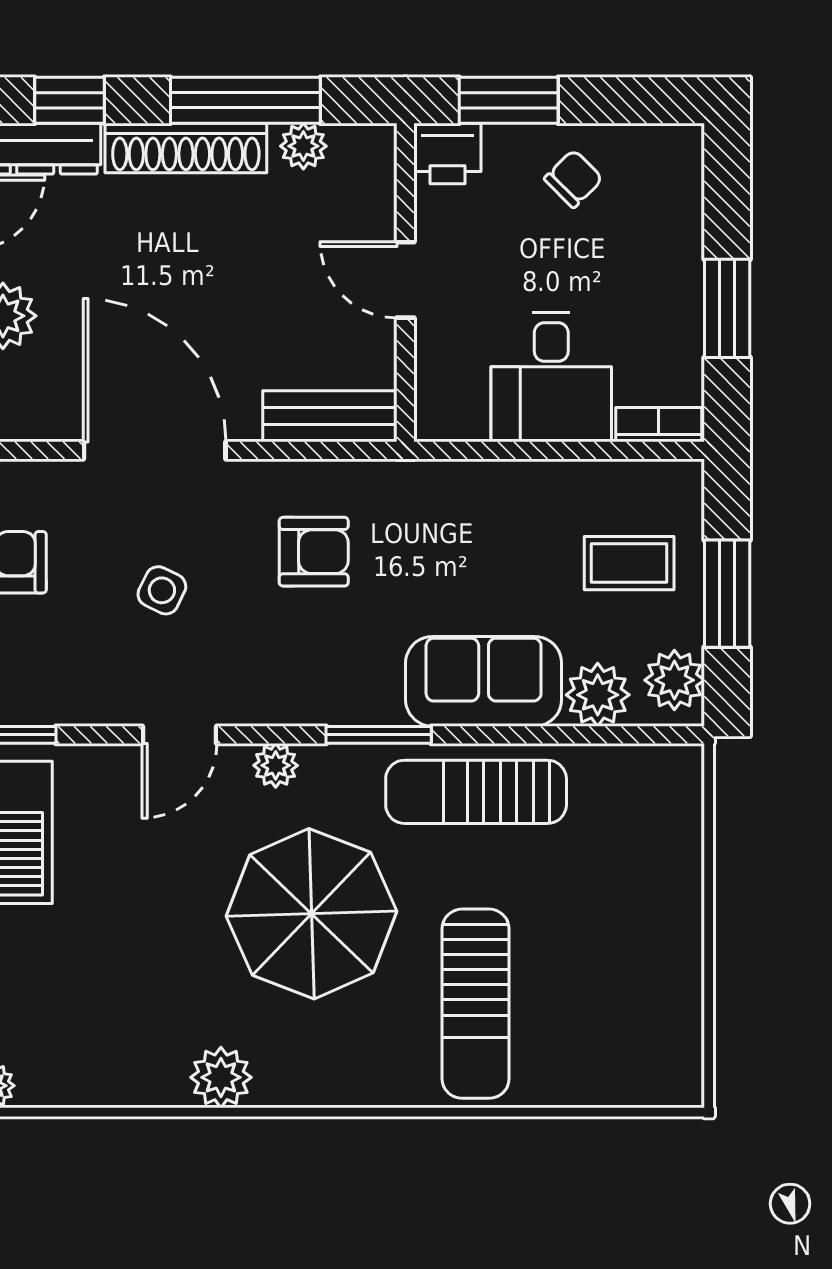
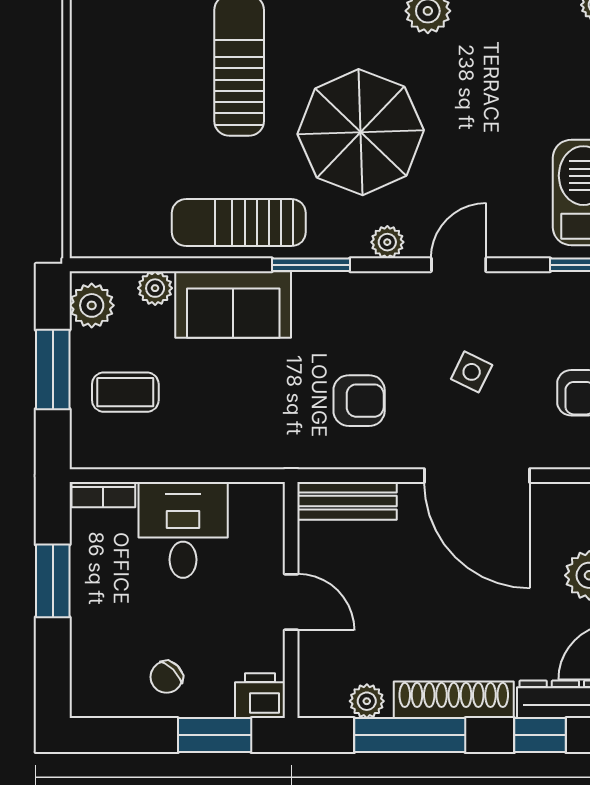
armchair: (314, 552) -> (359, 401), turned 180
plant: (598, 695) -> (155, 288), width x0.73, depth x0.73
sun lounger: (476, 792) -> (239, 223), turned 180

